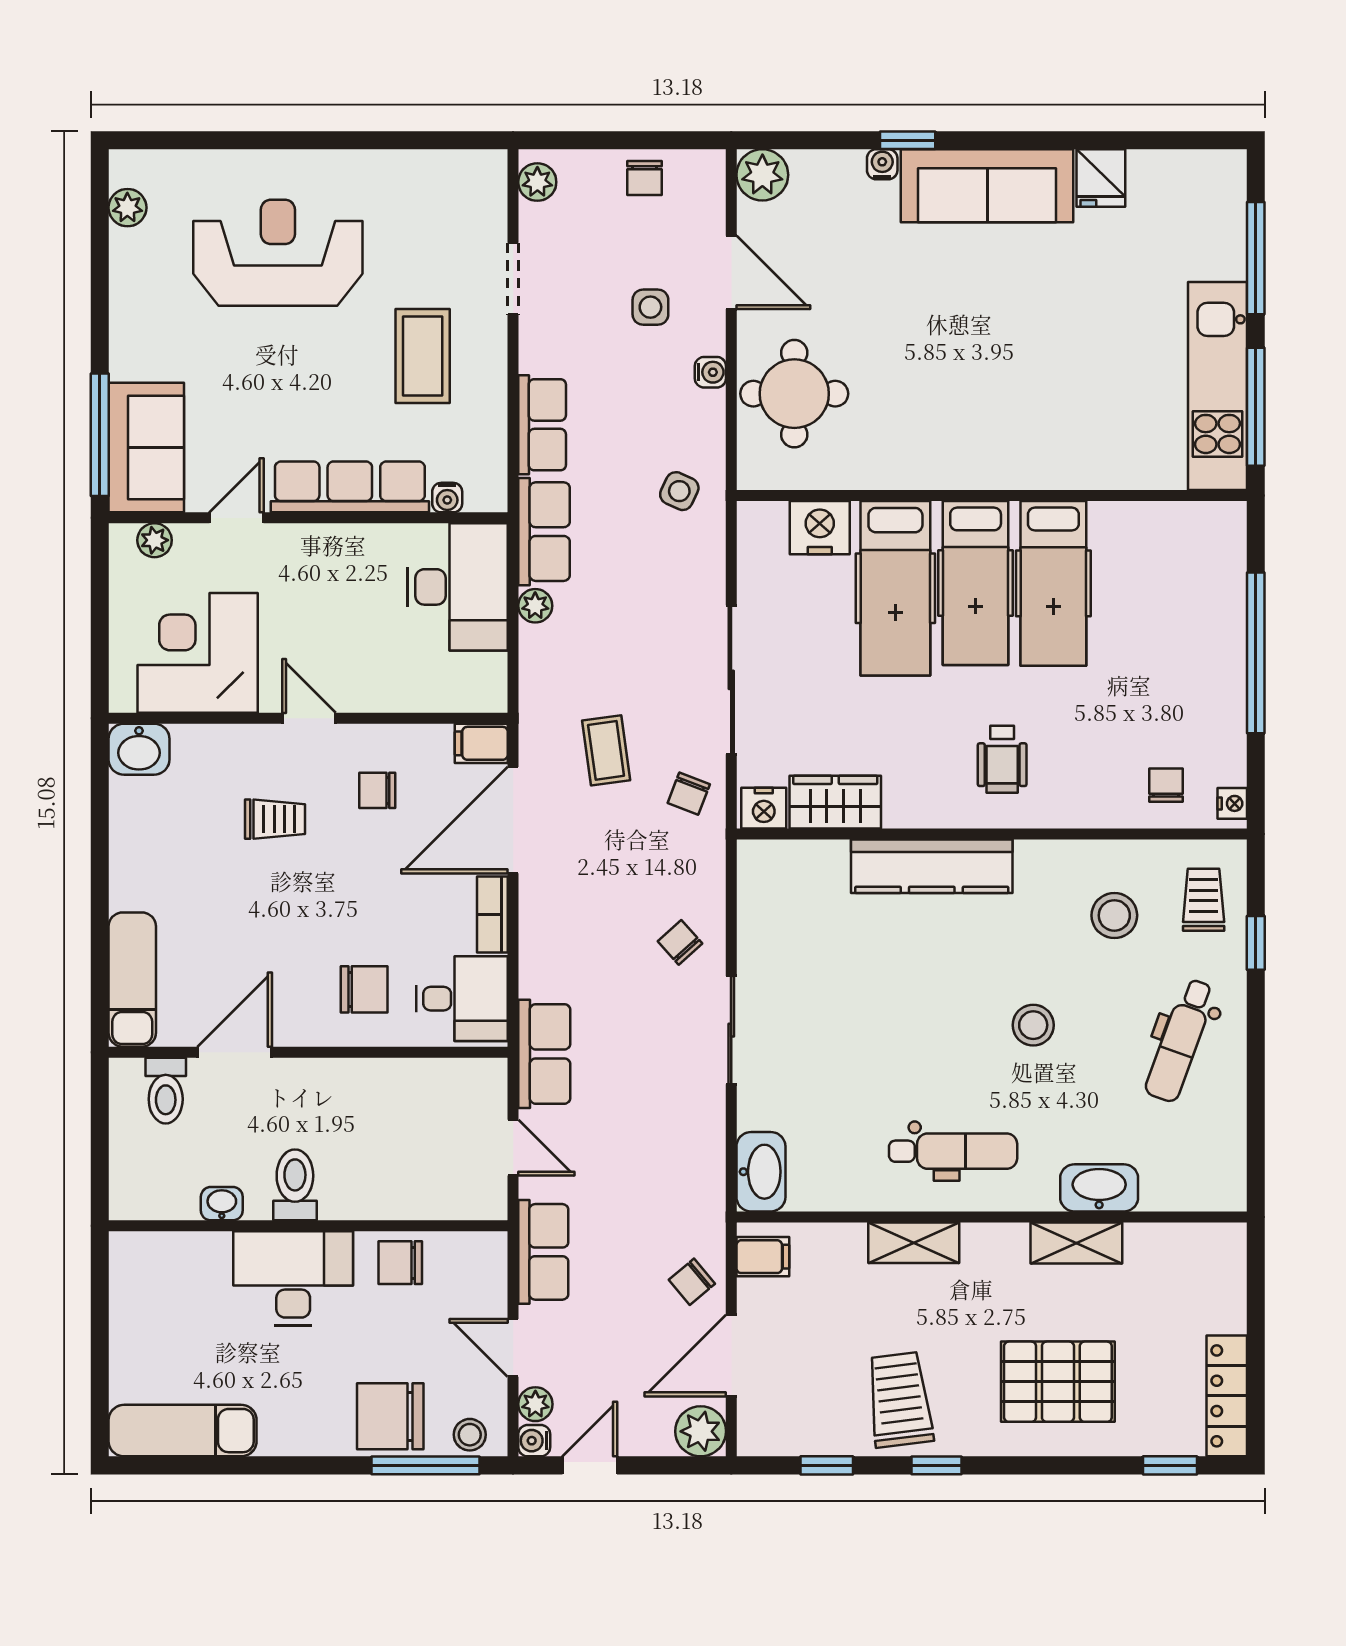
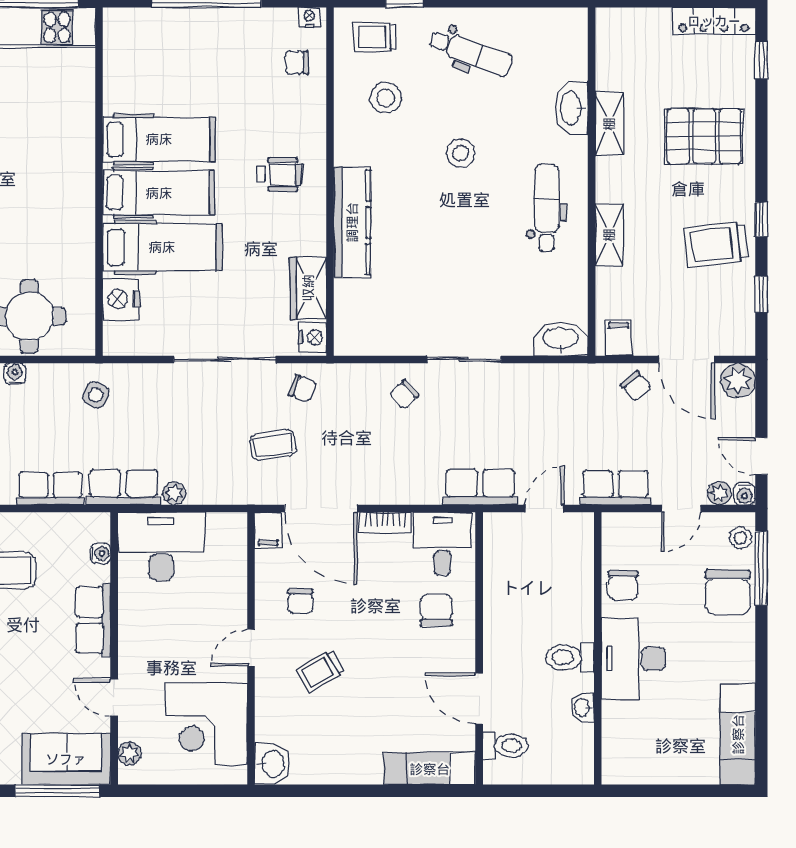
row of seats: (350, 487) -> (93, 620), width x0.68
trolley: (275, 819) -> (320, 671), turned -120
pallet: (1058, 1382) -> (704, 136), turned 90

